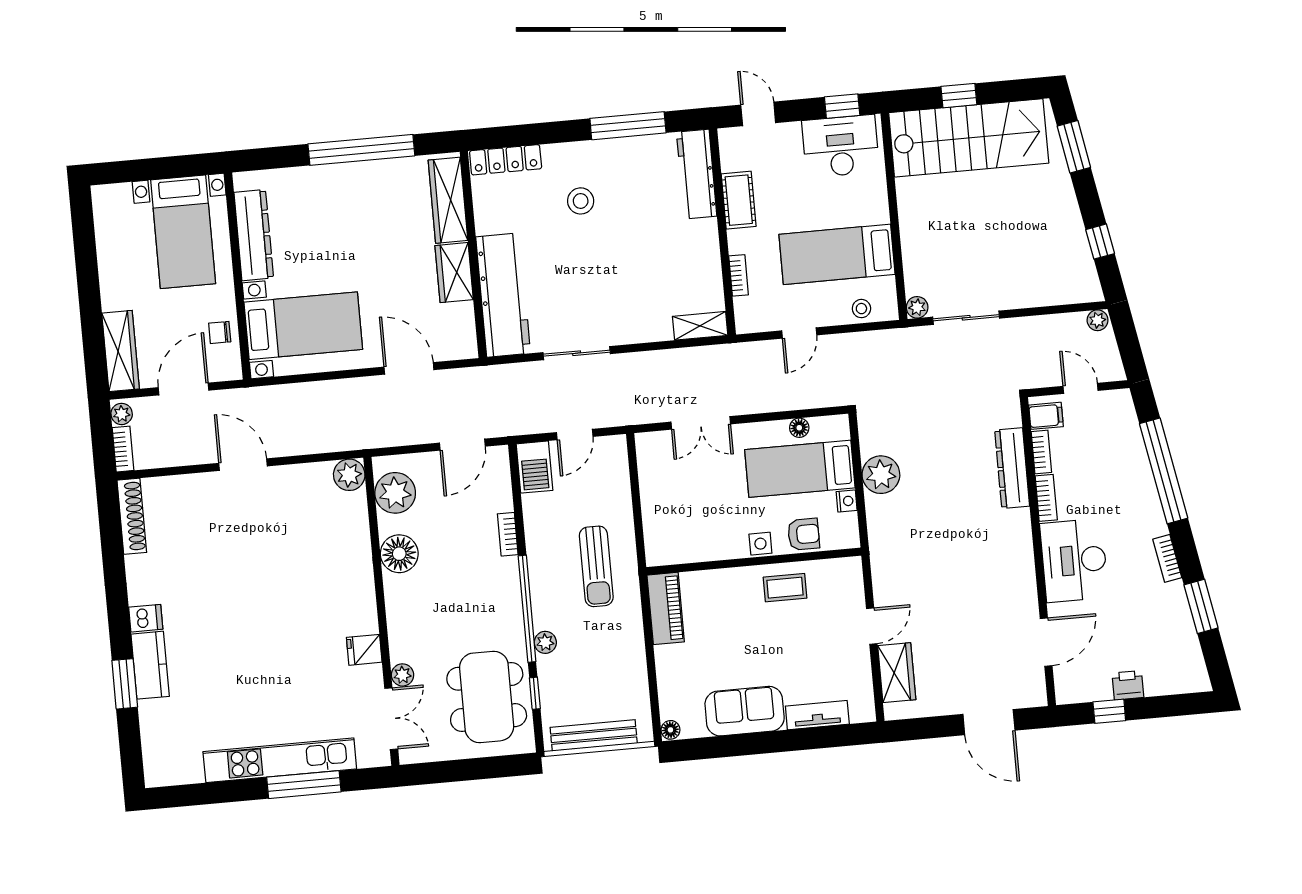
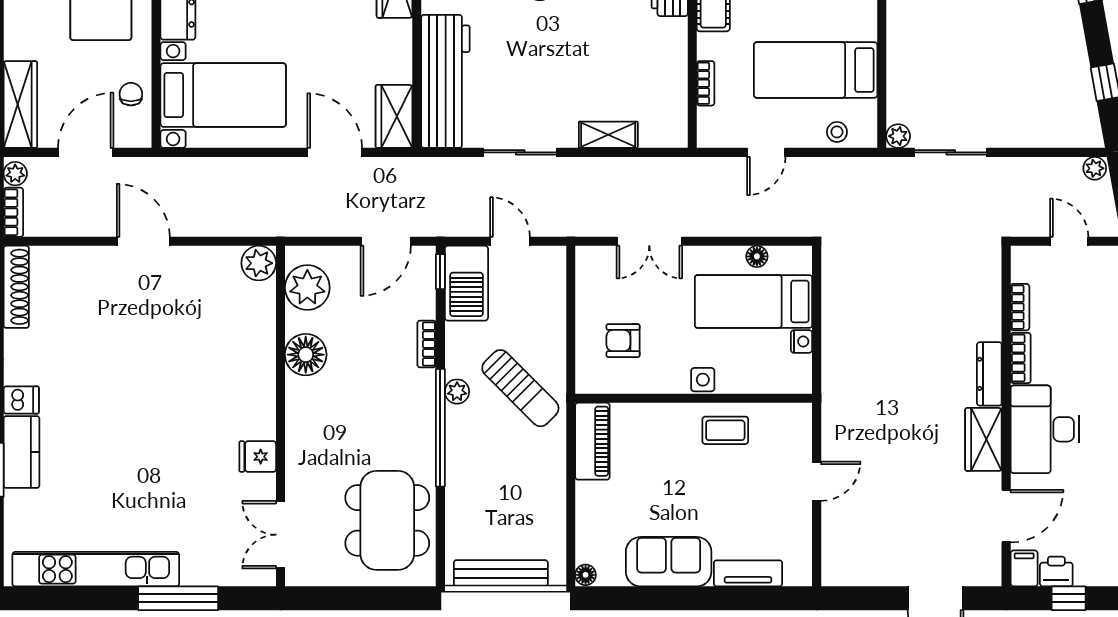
wardrobe: (454, 273) -> (394, 116), moved
shelving: (700, 326) -> (608, 135), moved
chair: (220, 332) -> (131, 94), turned 90
filing cabinet: (1046, 416) -> (1024, 568), moved, turned -90
door: (575, 434) -> (510, 241), swing flipped
barbecue: (535, 467) -> (466, 283), width x1.37, depth x1.21
dresser: (1012, 468) -> (989, 374), moved, width x0.73, depth x0.80
plant: (881, 475) -> (842, 316), removed
armchair: (804, 534) -> (623, 341), moved, turned 180
sun lounger: (596, 566) -> (520, 388), turned -45
plant: (545, 642) -> (457, 392), moved
wardrobe: (897, 673) -> (983, 439), moved, turned 180
plant: (403, 675) -> (297, 488), removed
printer: (1128, 685) -> (1056, 572), moved
window: (535, 693) -> (440, 272), moved
double door: (391, 719) -> (280, 535), swing flipped
kitchen unit: (280, 760) -> (96, 569), moved

